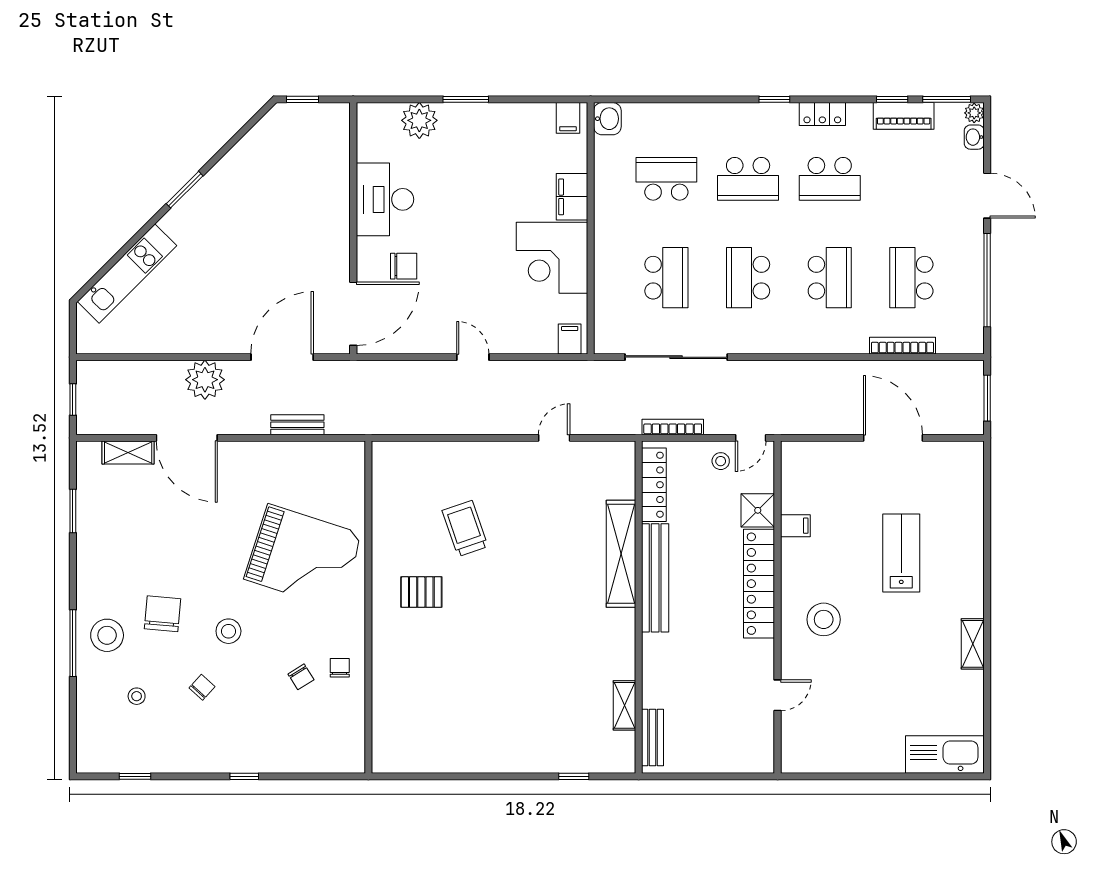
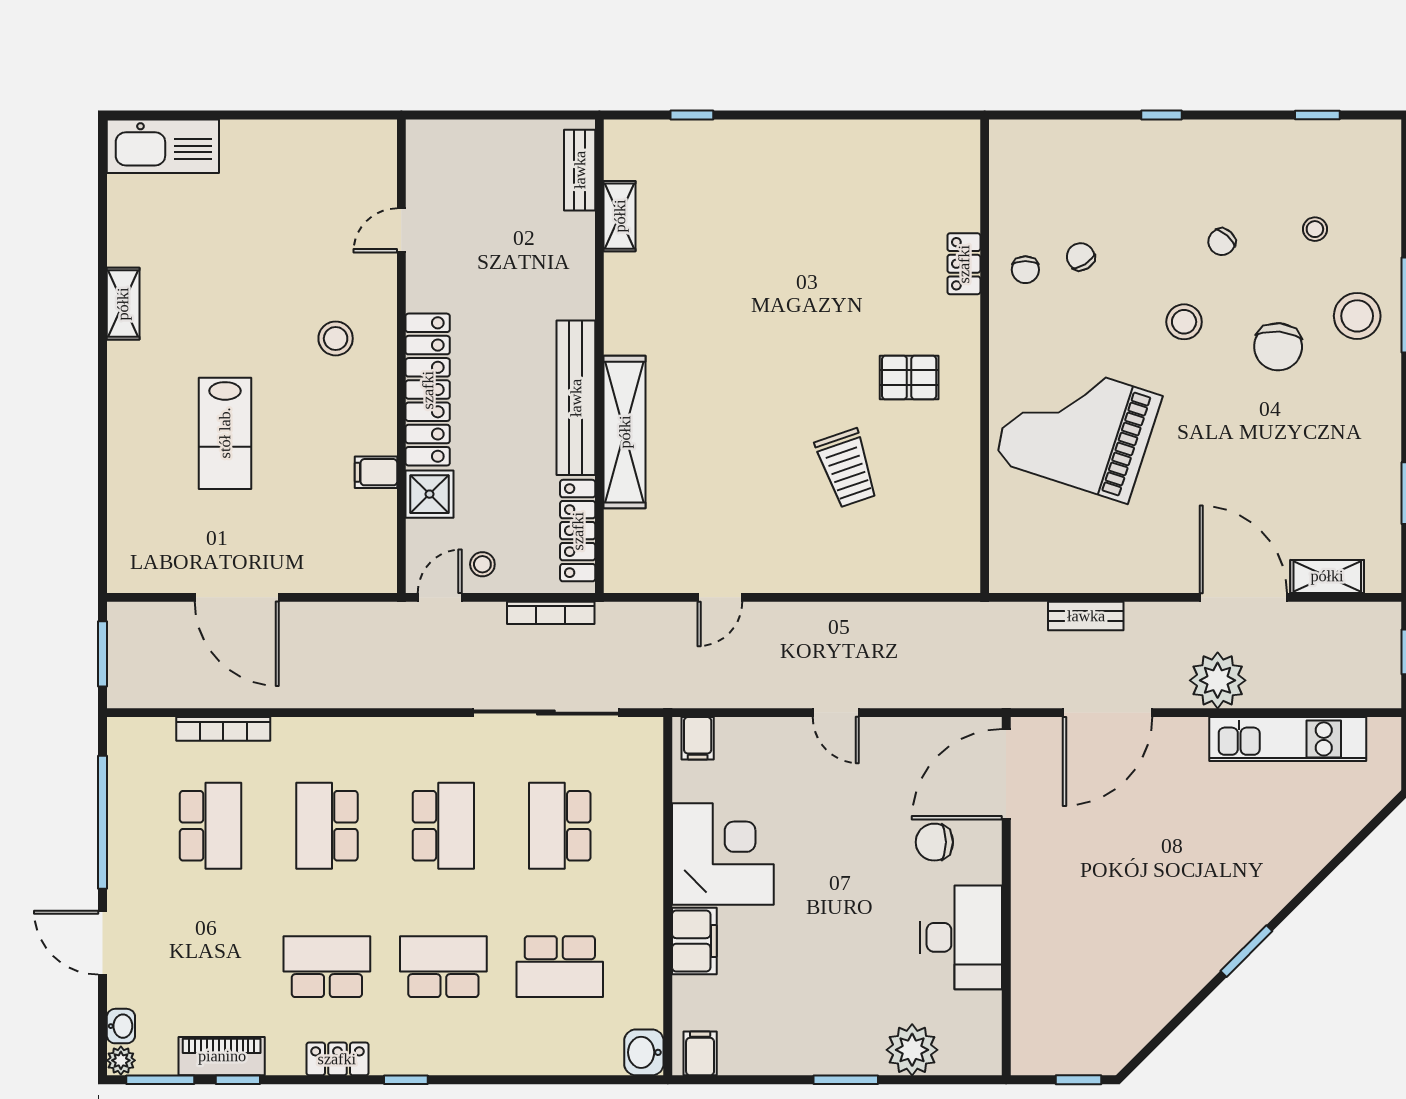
kitchen unit: (127, 274) -> (1288, 739), moved, turned -135
stool: (824, 619) -> (336, 338), width x0.73, depth x0.73
locker: (383, 672) -> (964, 264), added

